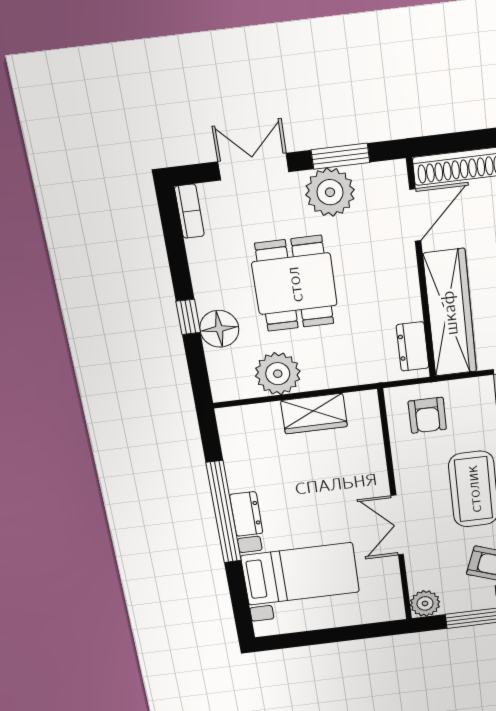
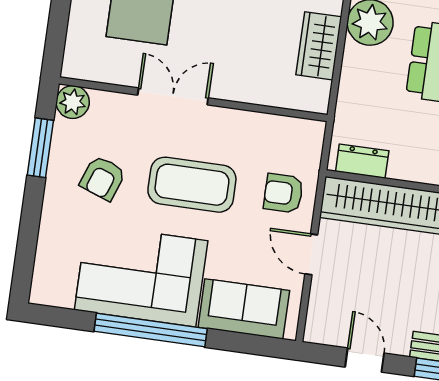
armchair: (427, 415) -> (283, 193), moved

